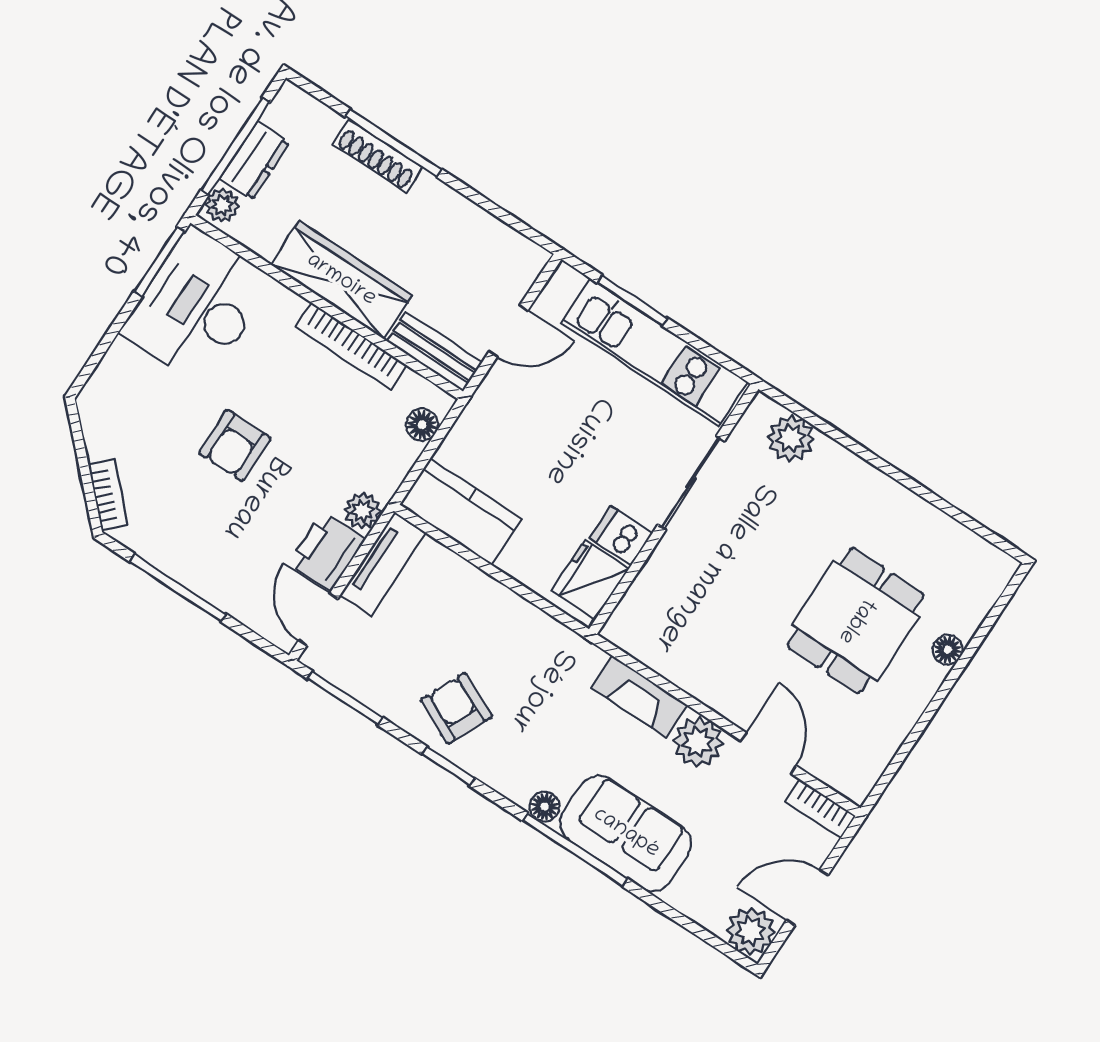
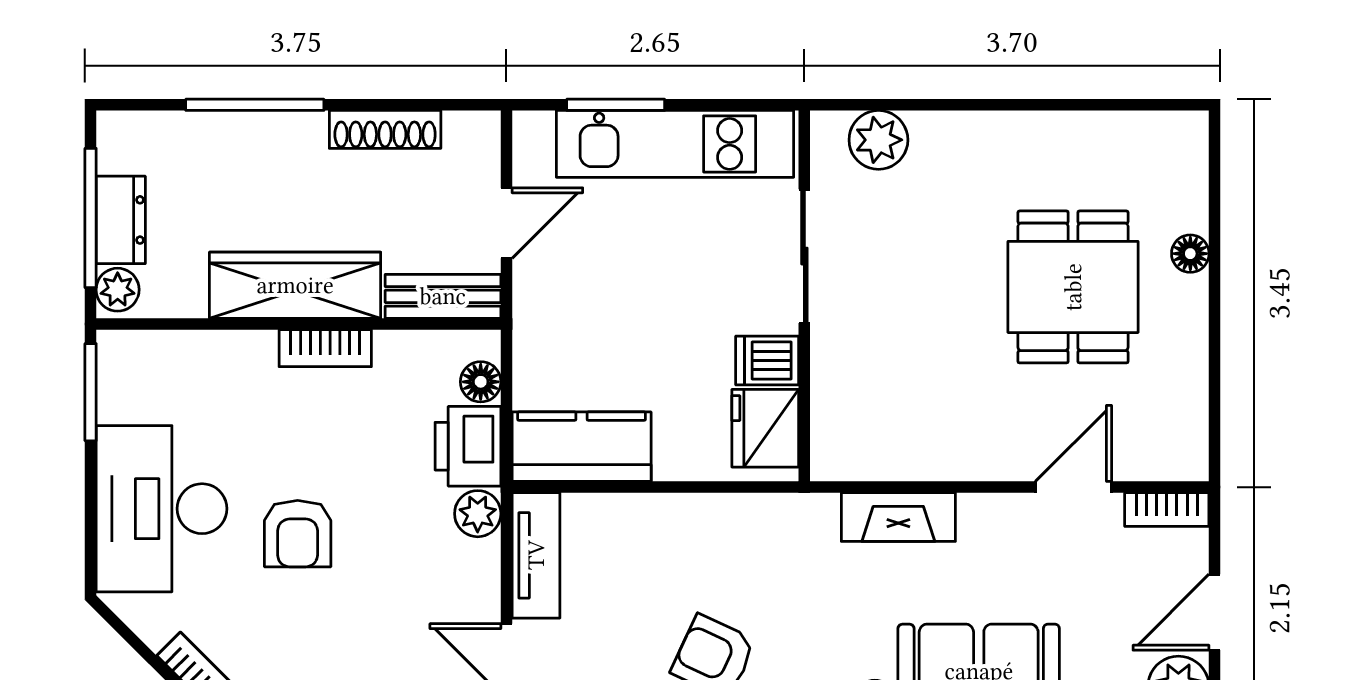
shoe rack: (378, 156) -> (385, 129), moved
desk: (197, 306) -> (162, 509), moved
bookcase: (351, 346) -> (325, 348), width x0.64
printer: (327, 551) -> (468, 446), moved
plant: (698, 742) -> (991, 524), removed
door: (769, 753) -> (1073, 487), hinge flipped

